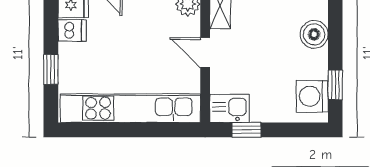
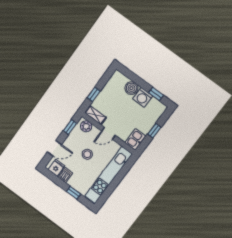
stool: (139, 43) -> (87, 154), added
washing machine: (312, 96) -> (143, 97), moved
window: (246, 130) -> (154, 131), moved

